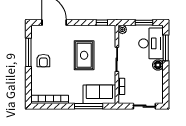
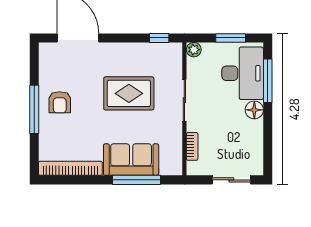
window: (28, 52) -> (34, 109), moved
rug: (84, 55) -> (129, 93), turned 90
sofa: (99, 94) -> (131, 160), moved

